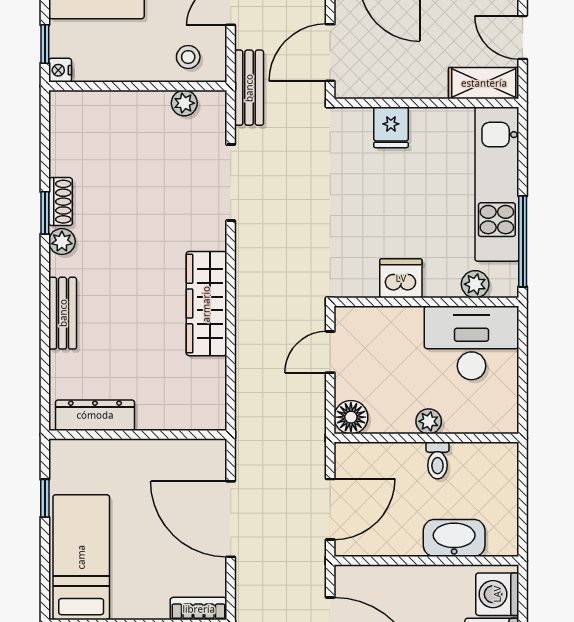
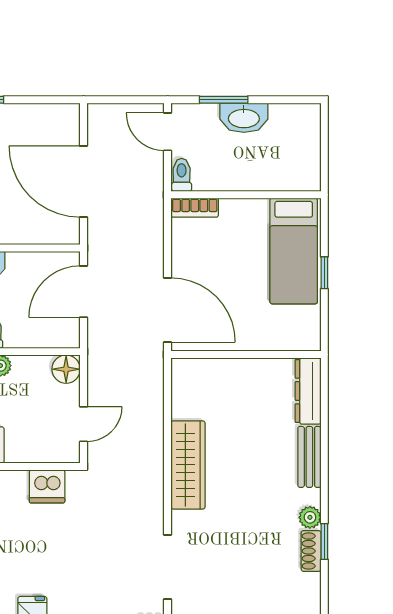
dishwasher: (401, 278) -> (47, 486), moved
dresser: (95, 415) -> (308, 391), moved, turned 90
window: (45, 498) -> (324, 273), moved
door: (231, 519) -> (168, 310), moved

